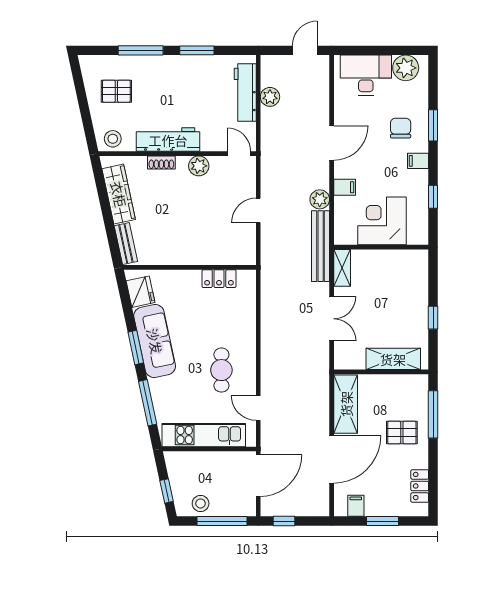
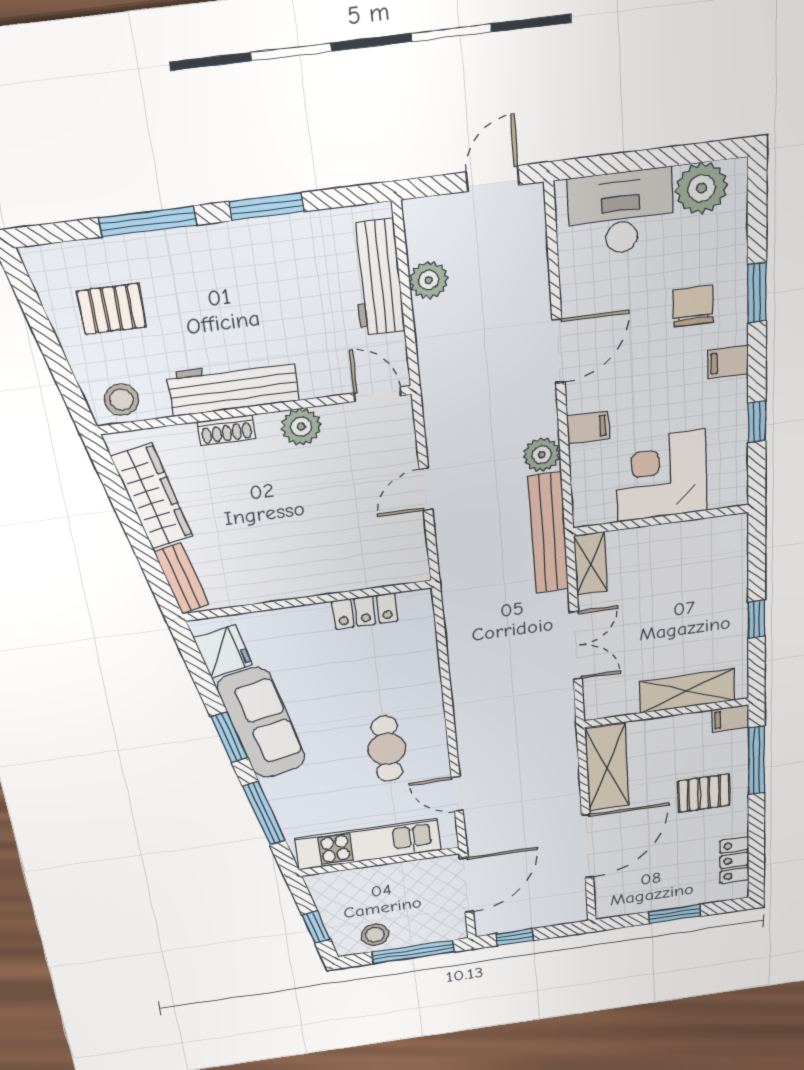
filing cabinet: (356, 506) -> (730, 719), moved, turned -90

